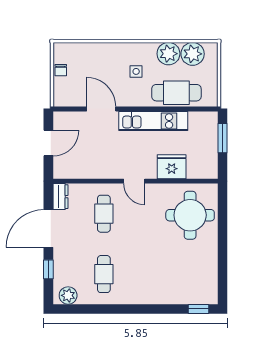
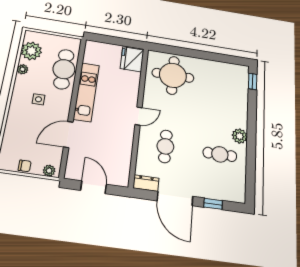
plant: (168, 54) -> (22, 69), width x0.53, depth x0.53
plant: (59, 95) -> (49, 171), added
window: (223, 138) -> (109, 40), removed
fridge: (172, 167) -> (132, 59), moved
cafe table: (104, 214) -> (165, 146), turned 90
plant: (68, 295) -> (240, 136), moved

